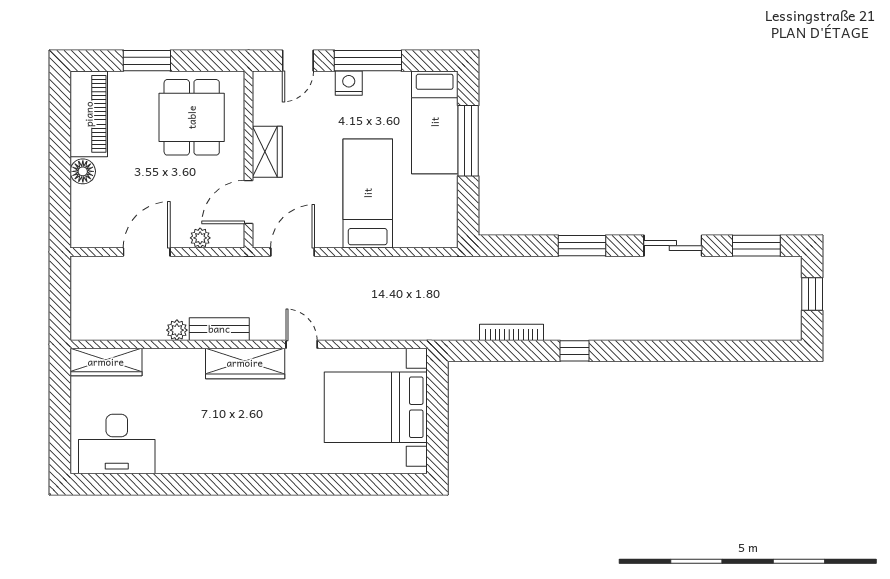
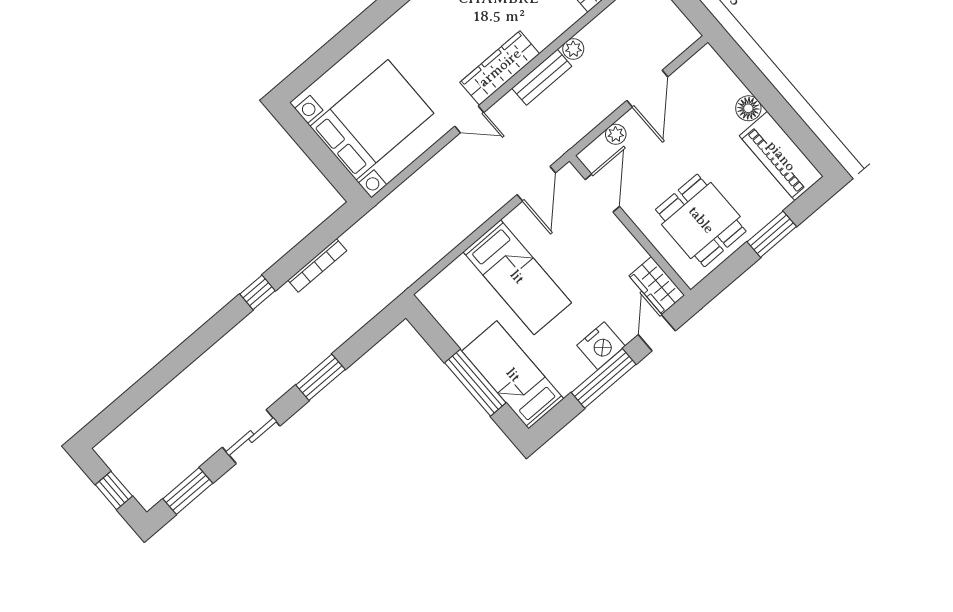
nightstand: (349, 83) -> (601, 346), width x1.36, depth x1.33
wardrobe: (267, 152) -> (657, 285), moved

